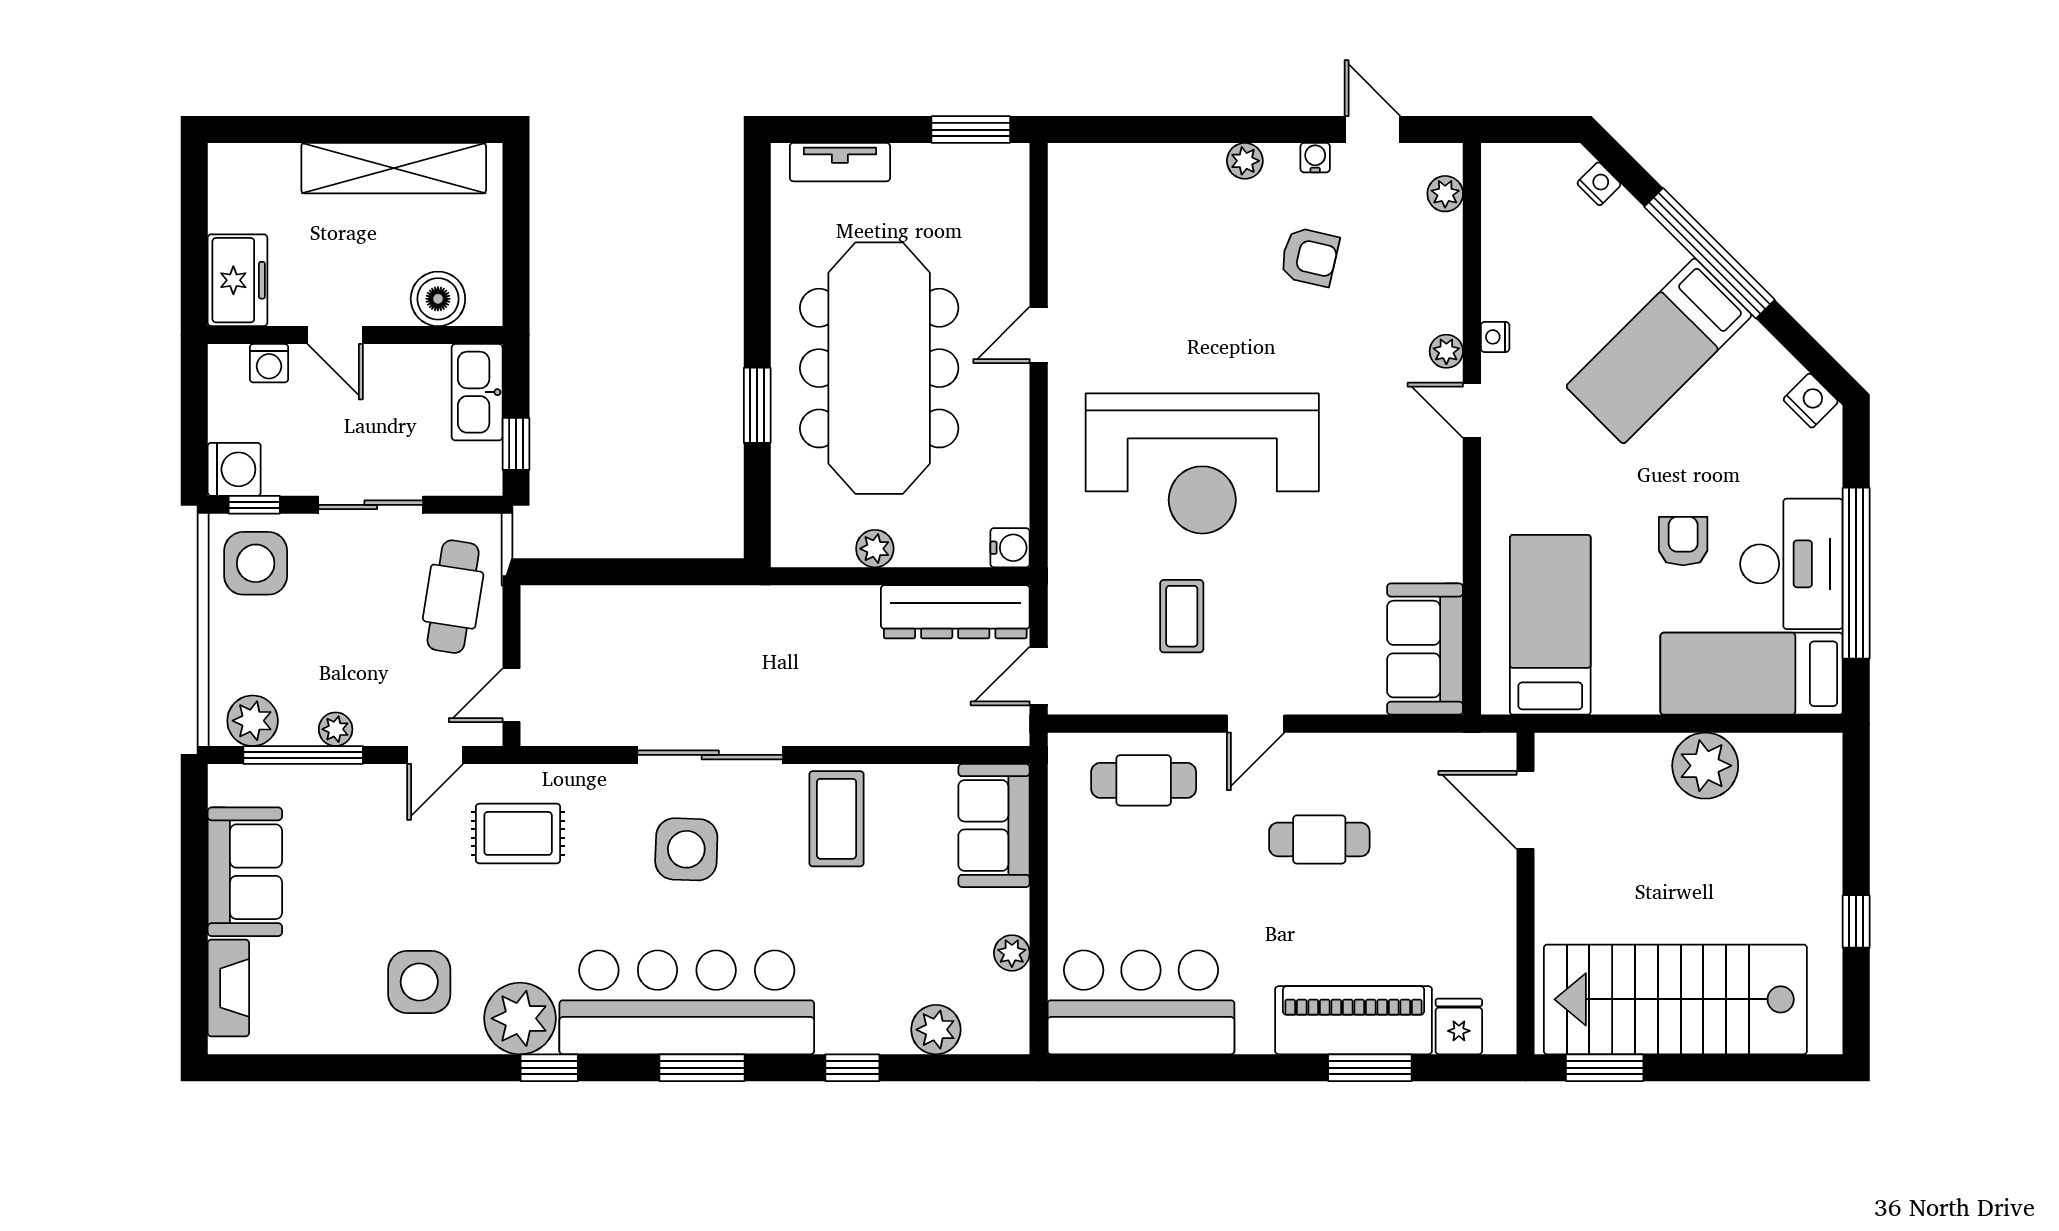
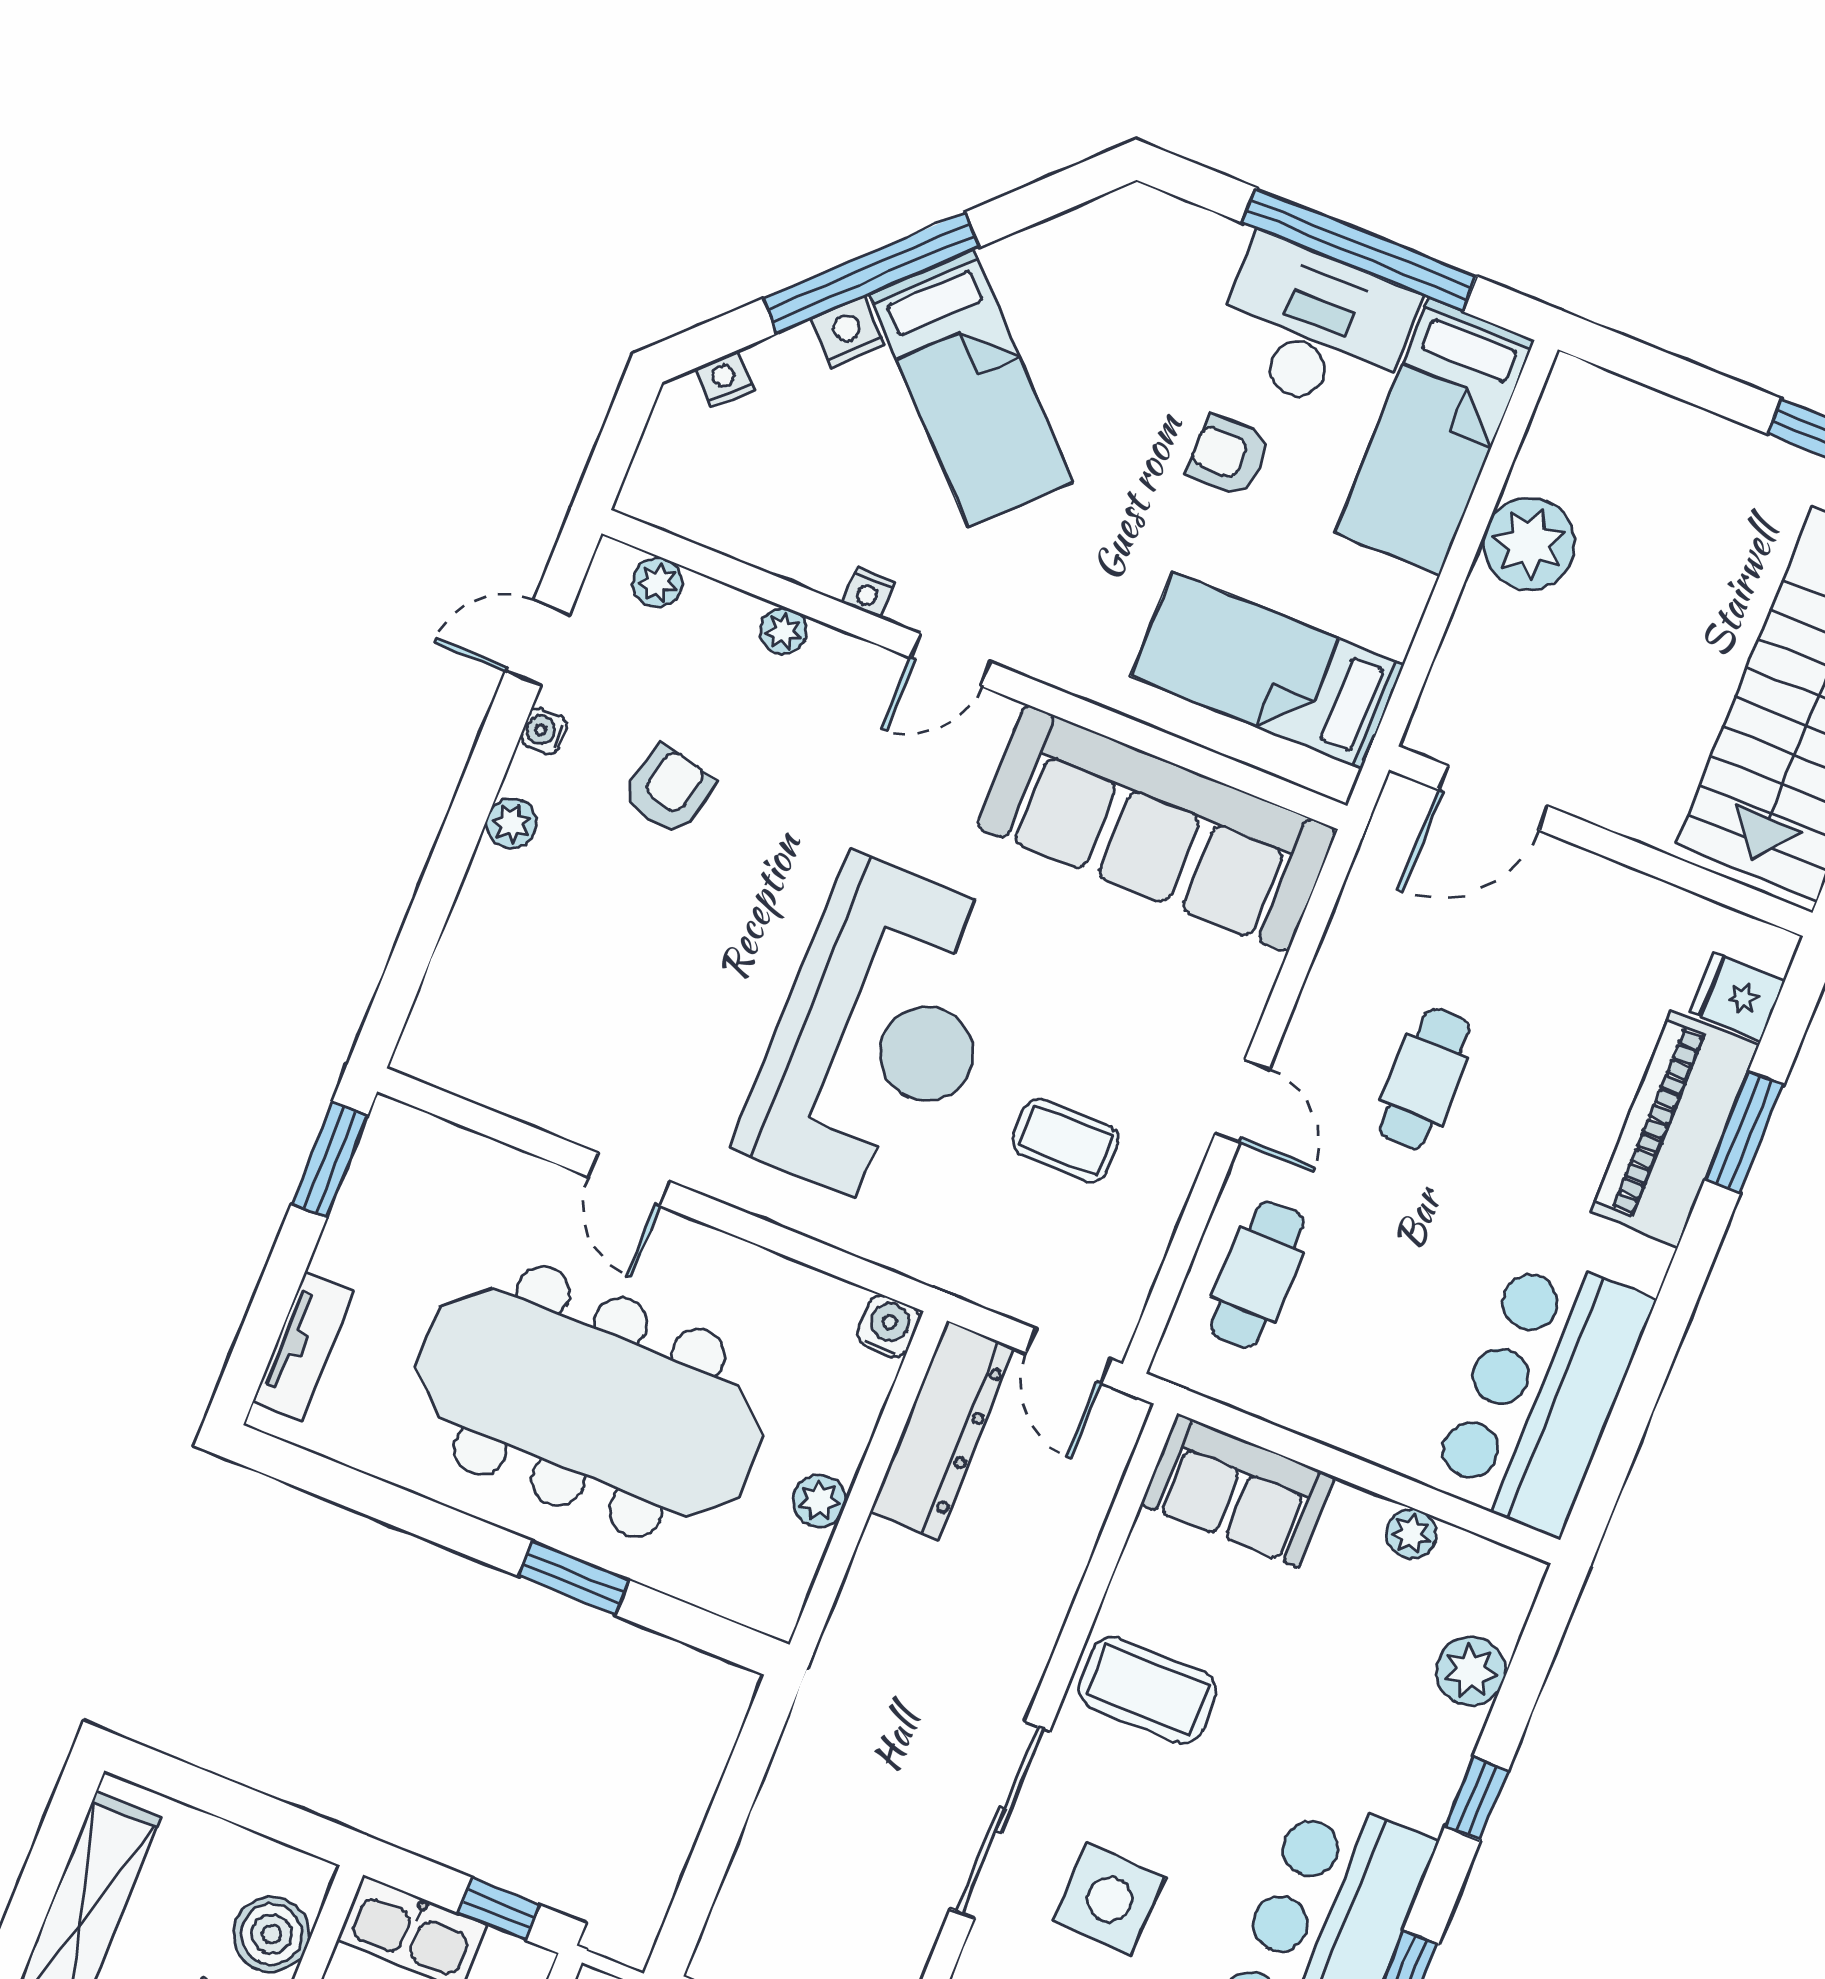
plant: (1446, 351) -> (783, 631), moved
nightstand: (1811, 401) -> (848, 332), moved
sofa: (1425, 649) -> (1157, 828), width x1.85, depth x1.27

